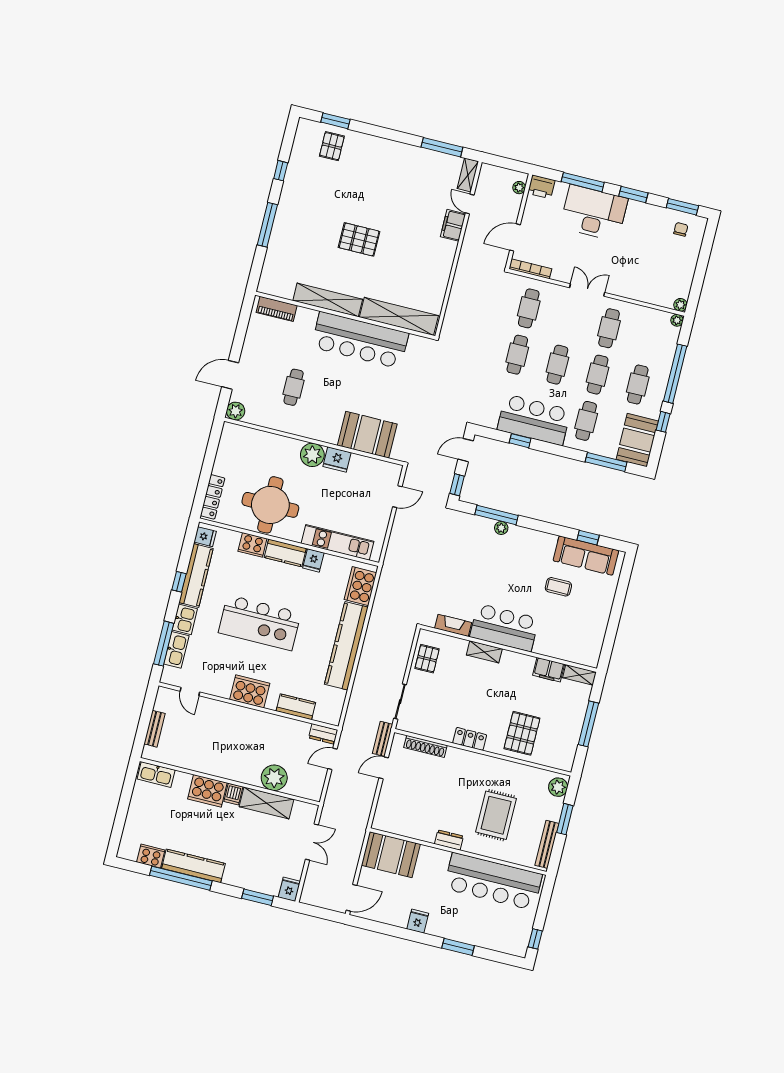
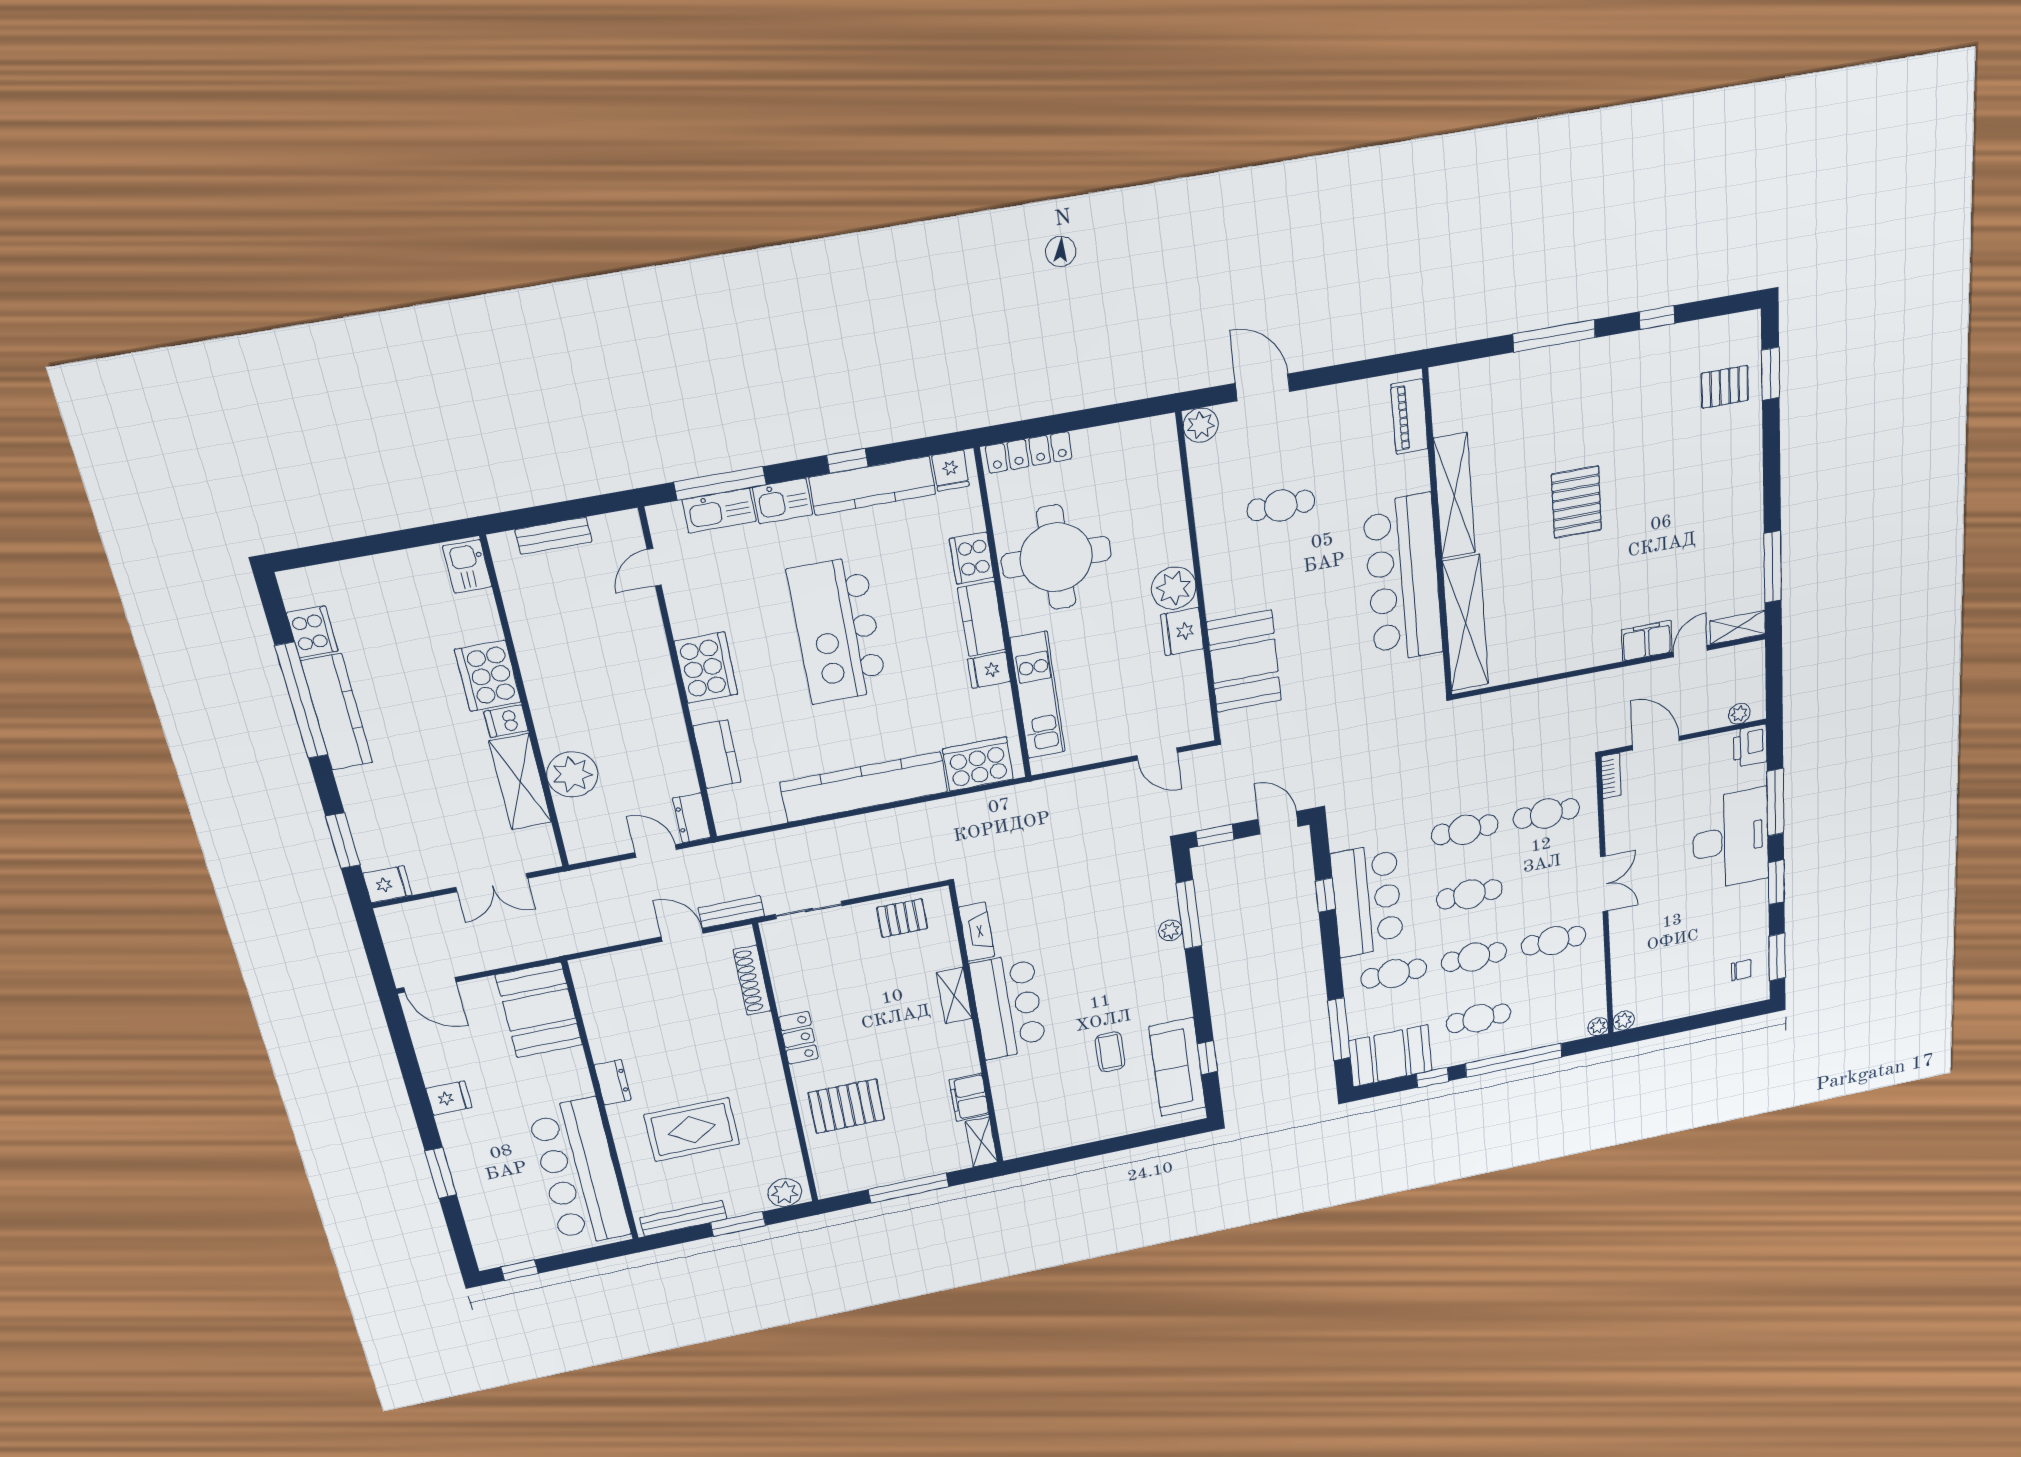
bookcase: (530, 269) -> (1611, 776), width x0.64
kitchen sink: (156, 775) -> (467, 566), width x0.73

